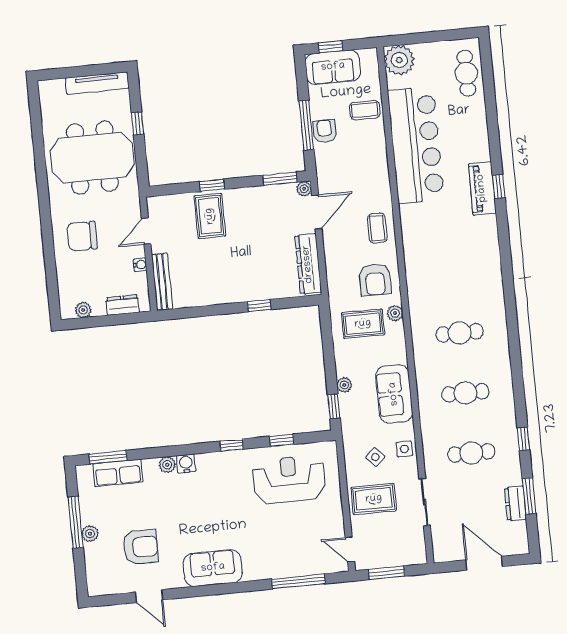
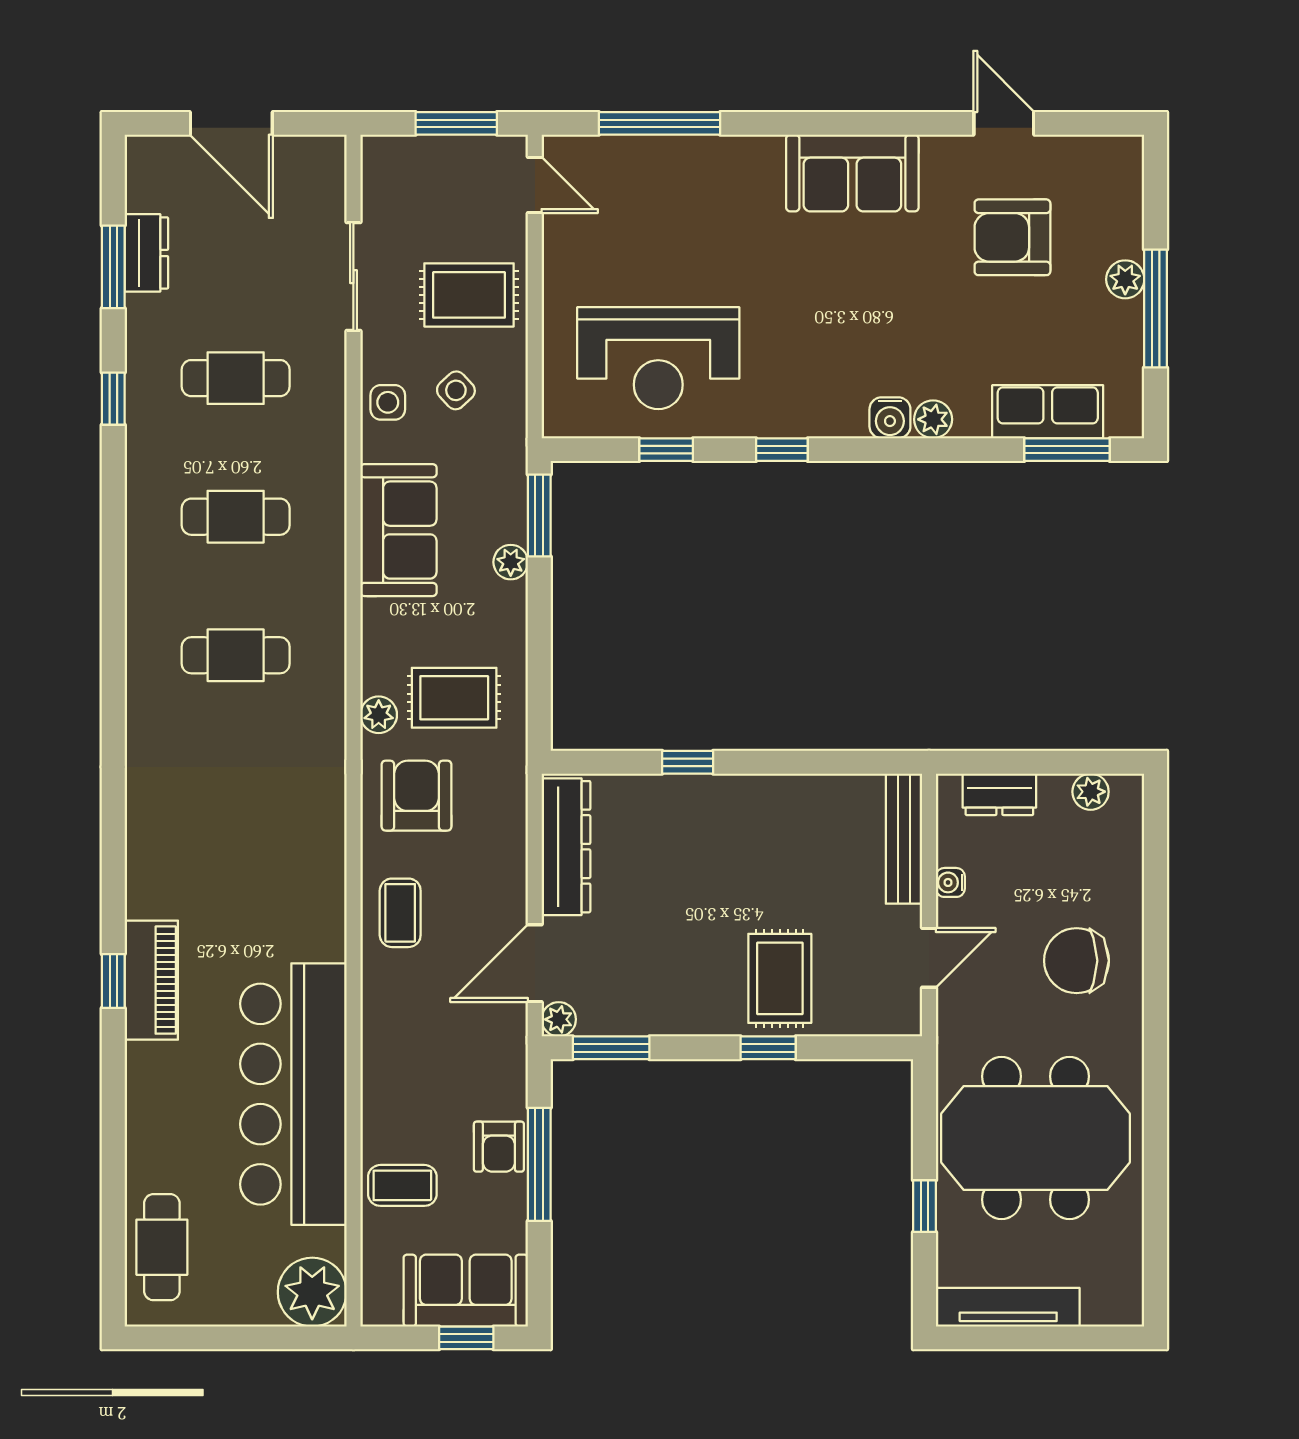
chair: (82, 236) -> (1077, 961), turned 180
window: (334, 406) -> (539, 516), width x1.50

